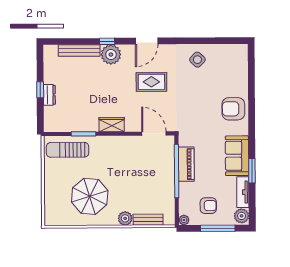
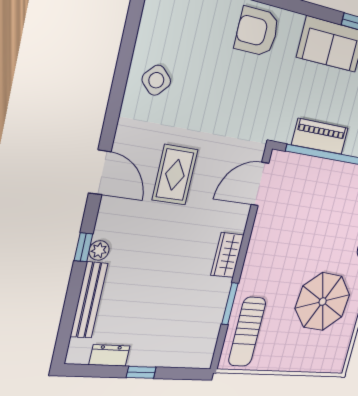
plant: (111, 55) -> (99, 250), width x0.53, depth x0.53
dresser: (49, 95) -> (109, 355), moved
armchair: (233, 109) -> (257, 32), turned 90

